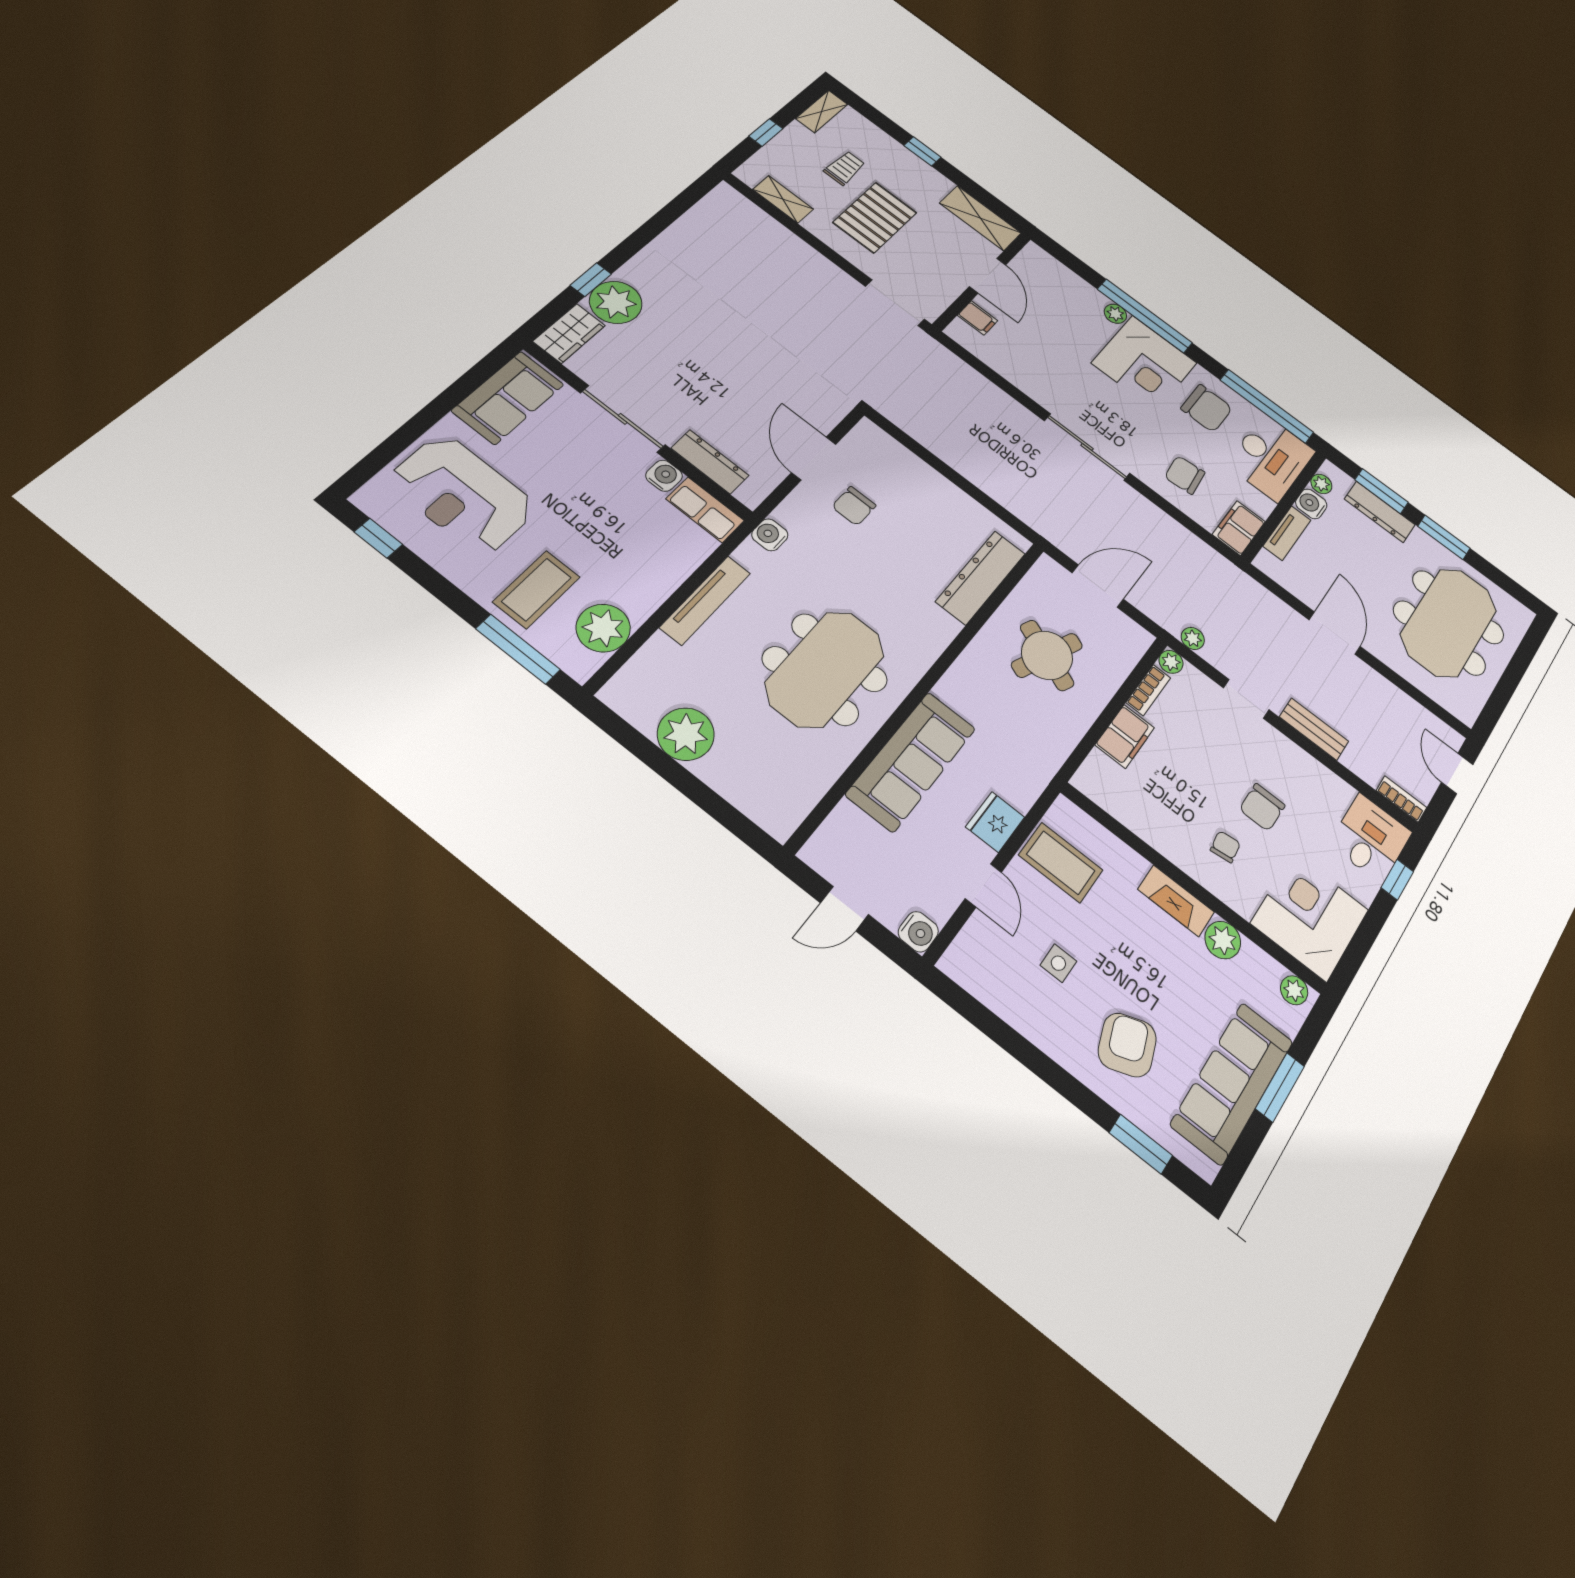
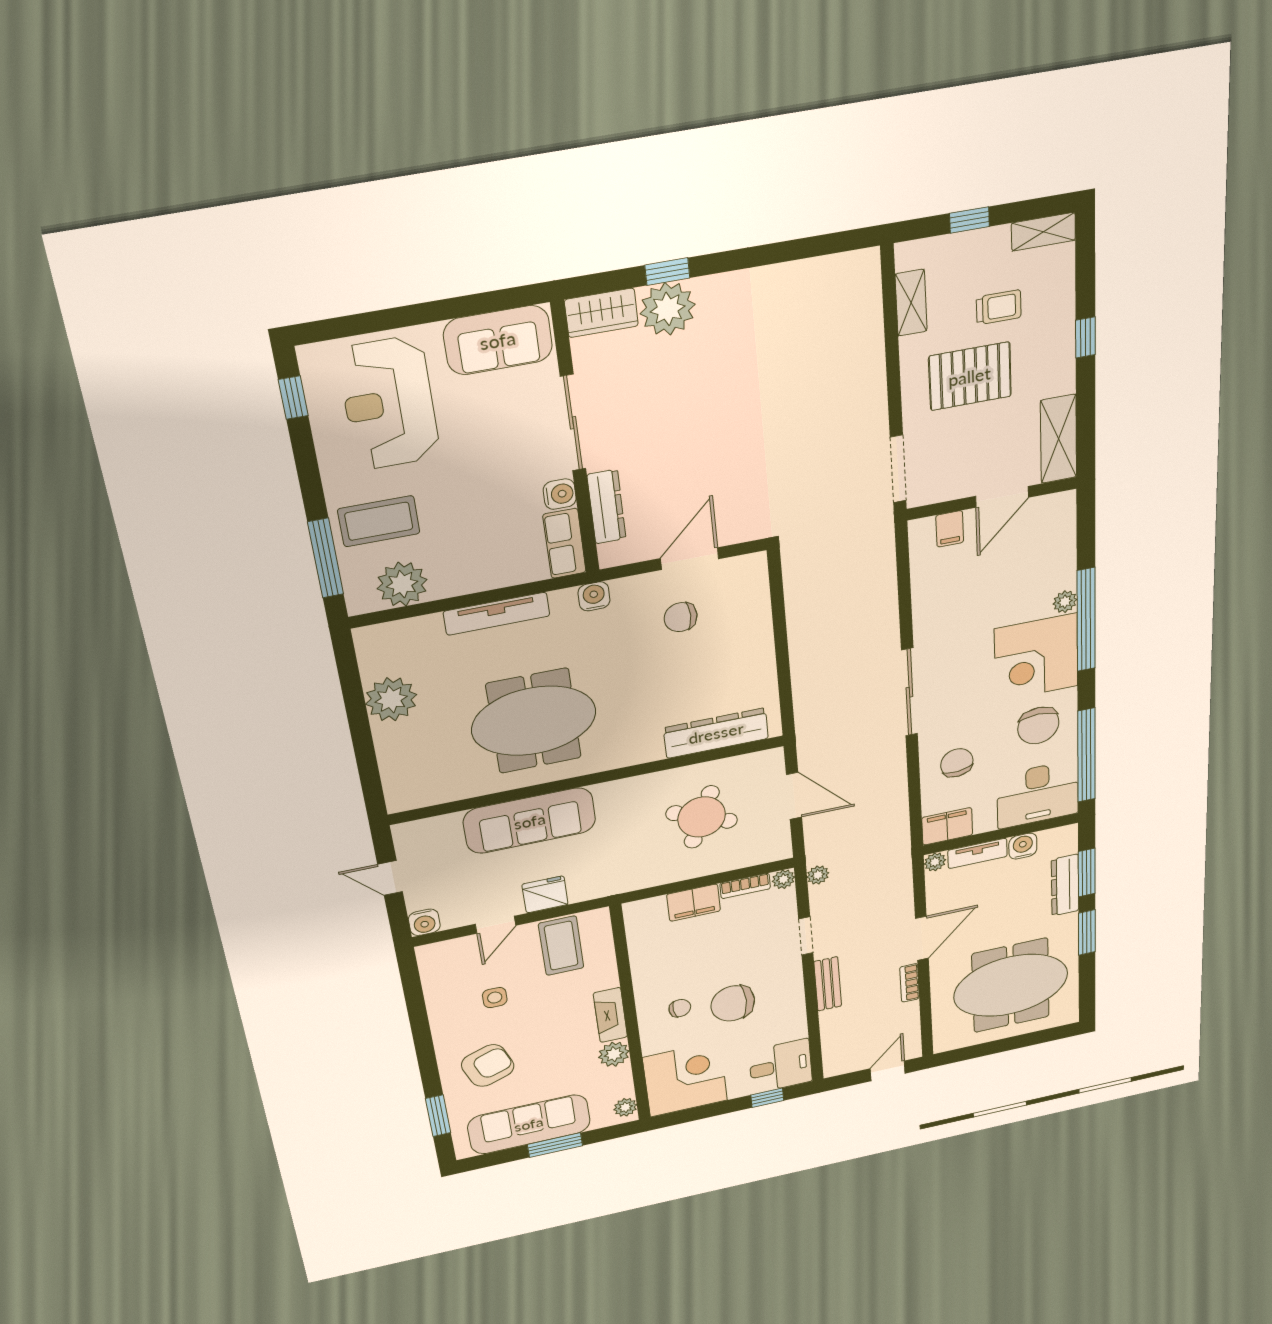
plant: (1321, 484) -> (935, 862), moved
bookcase: (1401, 799) -> (910, 983), moved, turned 180
chair: (1262, 807) -> (733, 1003), width x1.37, depth x1.37

